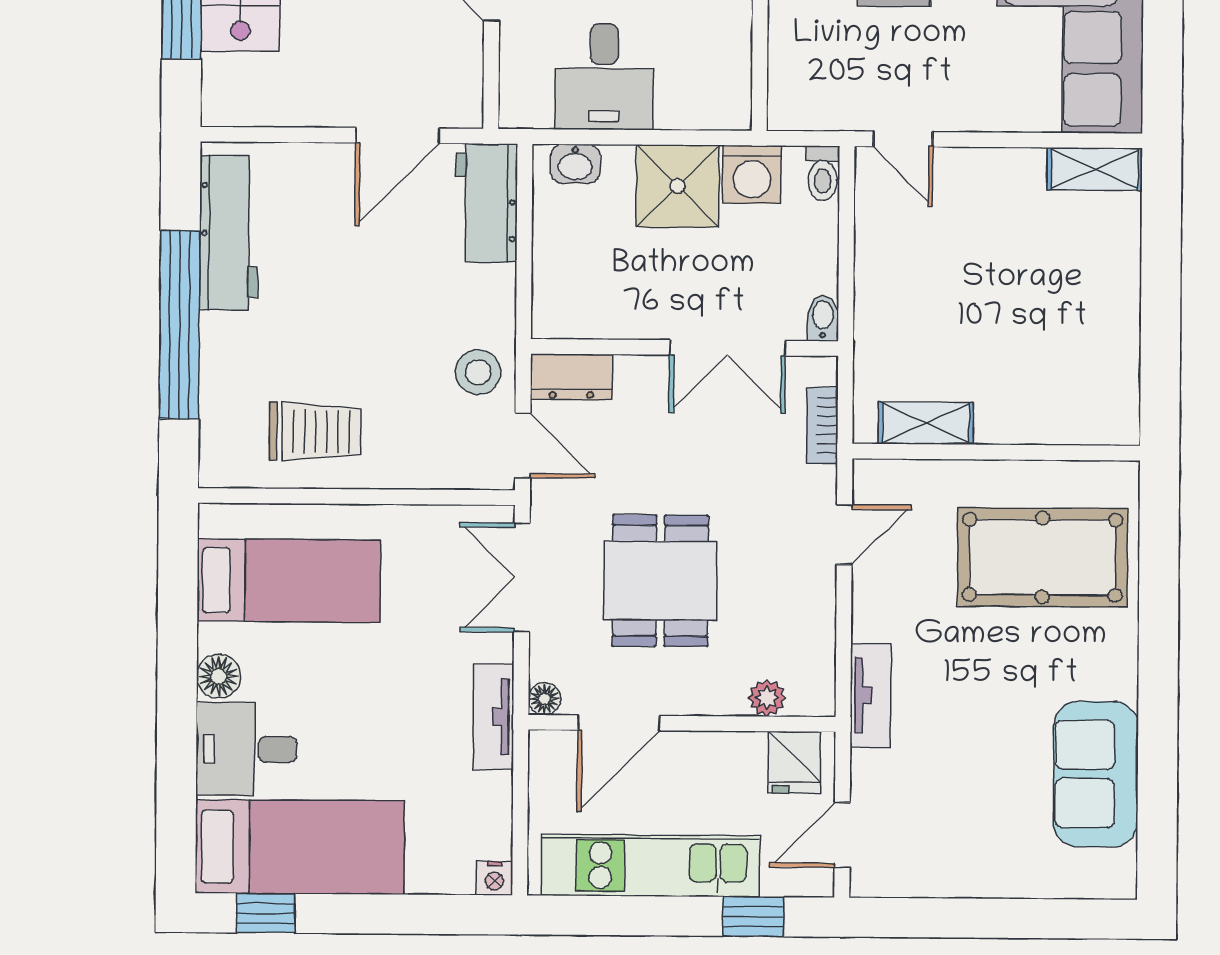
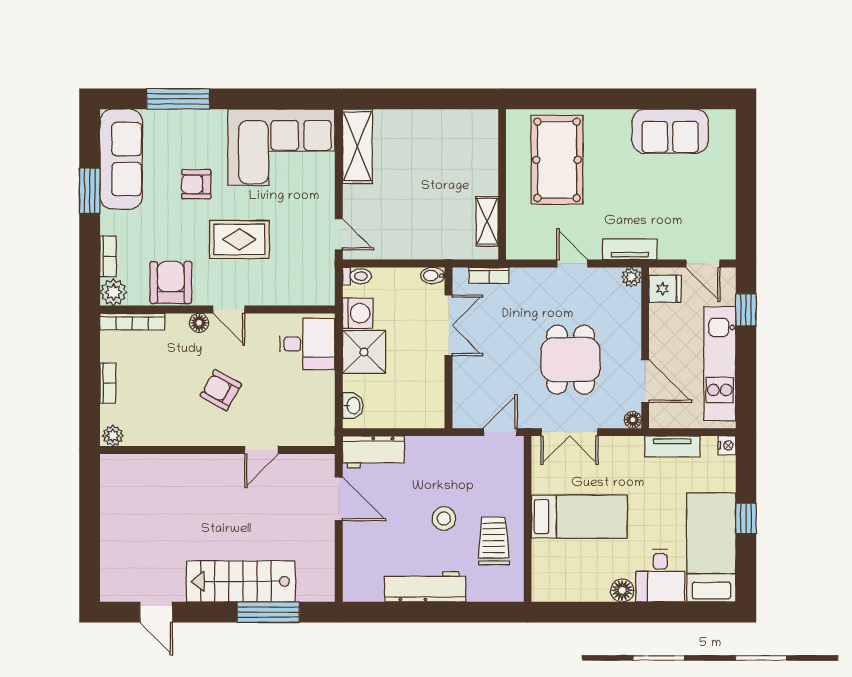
desk: (604, 77) -> (307, 344), moved
door: (903, 139) -> (339, 234), hinge flipped
shelving: (1095, 169) -> (357, 146), width x1.50, depth x1.33
workbench: (229, 232) -> (425, 587), moved
window: (180, 325) -> (438, 612), removed
stool: (478, 372) -> (444, 519), moved
dresser: (571, 377) -> (464, 407), removed
door: (844, 535) -> (572, 264), moved
bed: (289, 581) -> (579, 517), moved, turned 90
dining table: (660, 581) -> (571, 360), turned 90
plant: (767, 698) -> (631, 277), moved
tv unit: (493, 717) -> (672, 446), moved
window: (266, 913) -> (746, 518), moved

